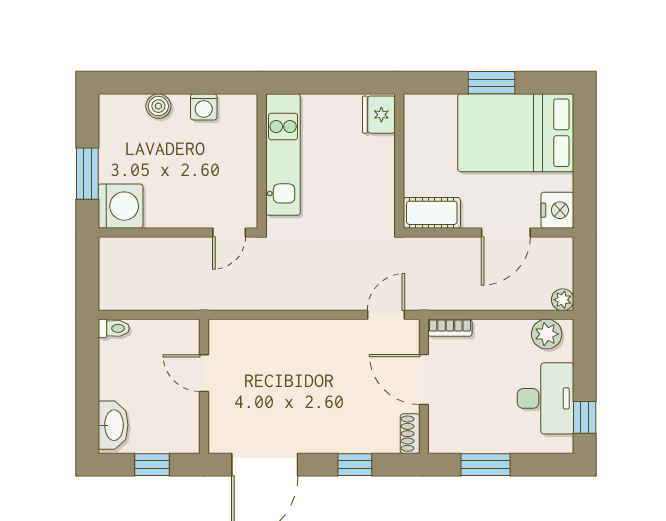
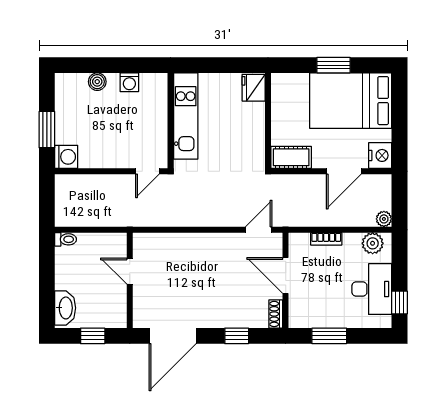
washing machine: (121, 206) -> (66, 157), width x0.73, depth x0.73
bookcase: (450, 328) -> (326, 239), moved

